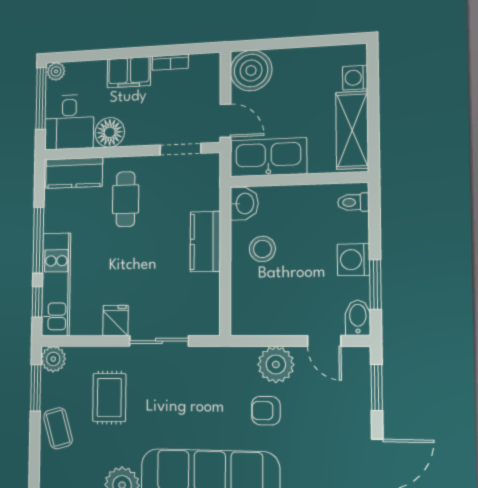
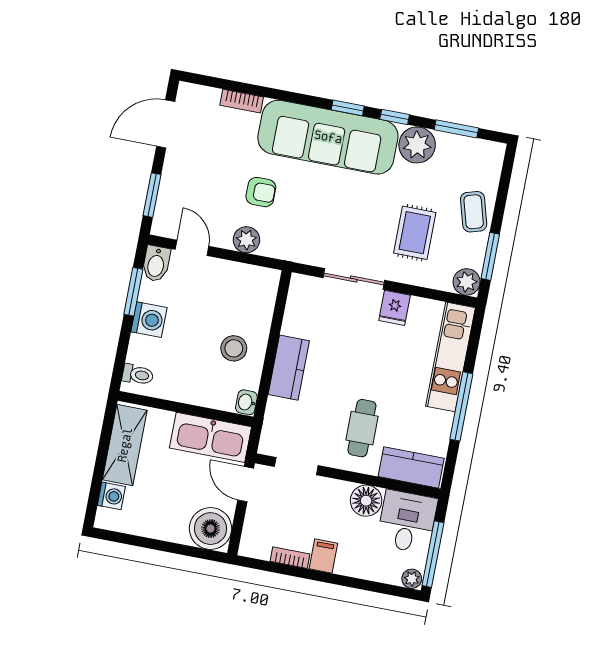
filing cabinet: (129, 72) -> (323, 556), width x0.50
washbasin: (244, 204) -> (246, 402), width x0.72, depth x0.69
window: (37, 302) -> (474, 343), removed
plant: (276, 364) -> (246, 240), width x0.73, depth x0.73

